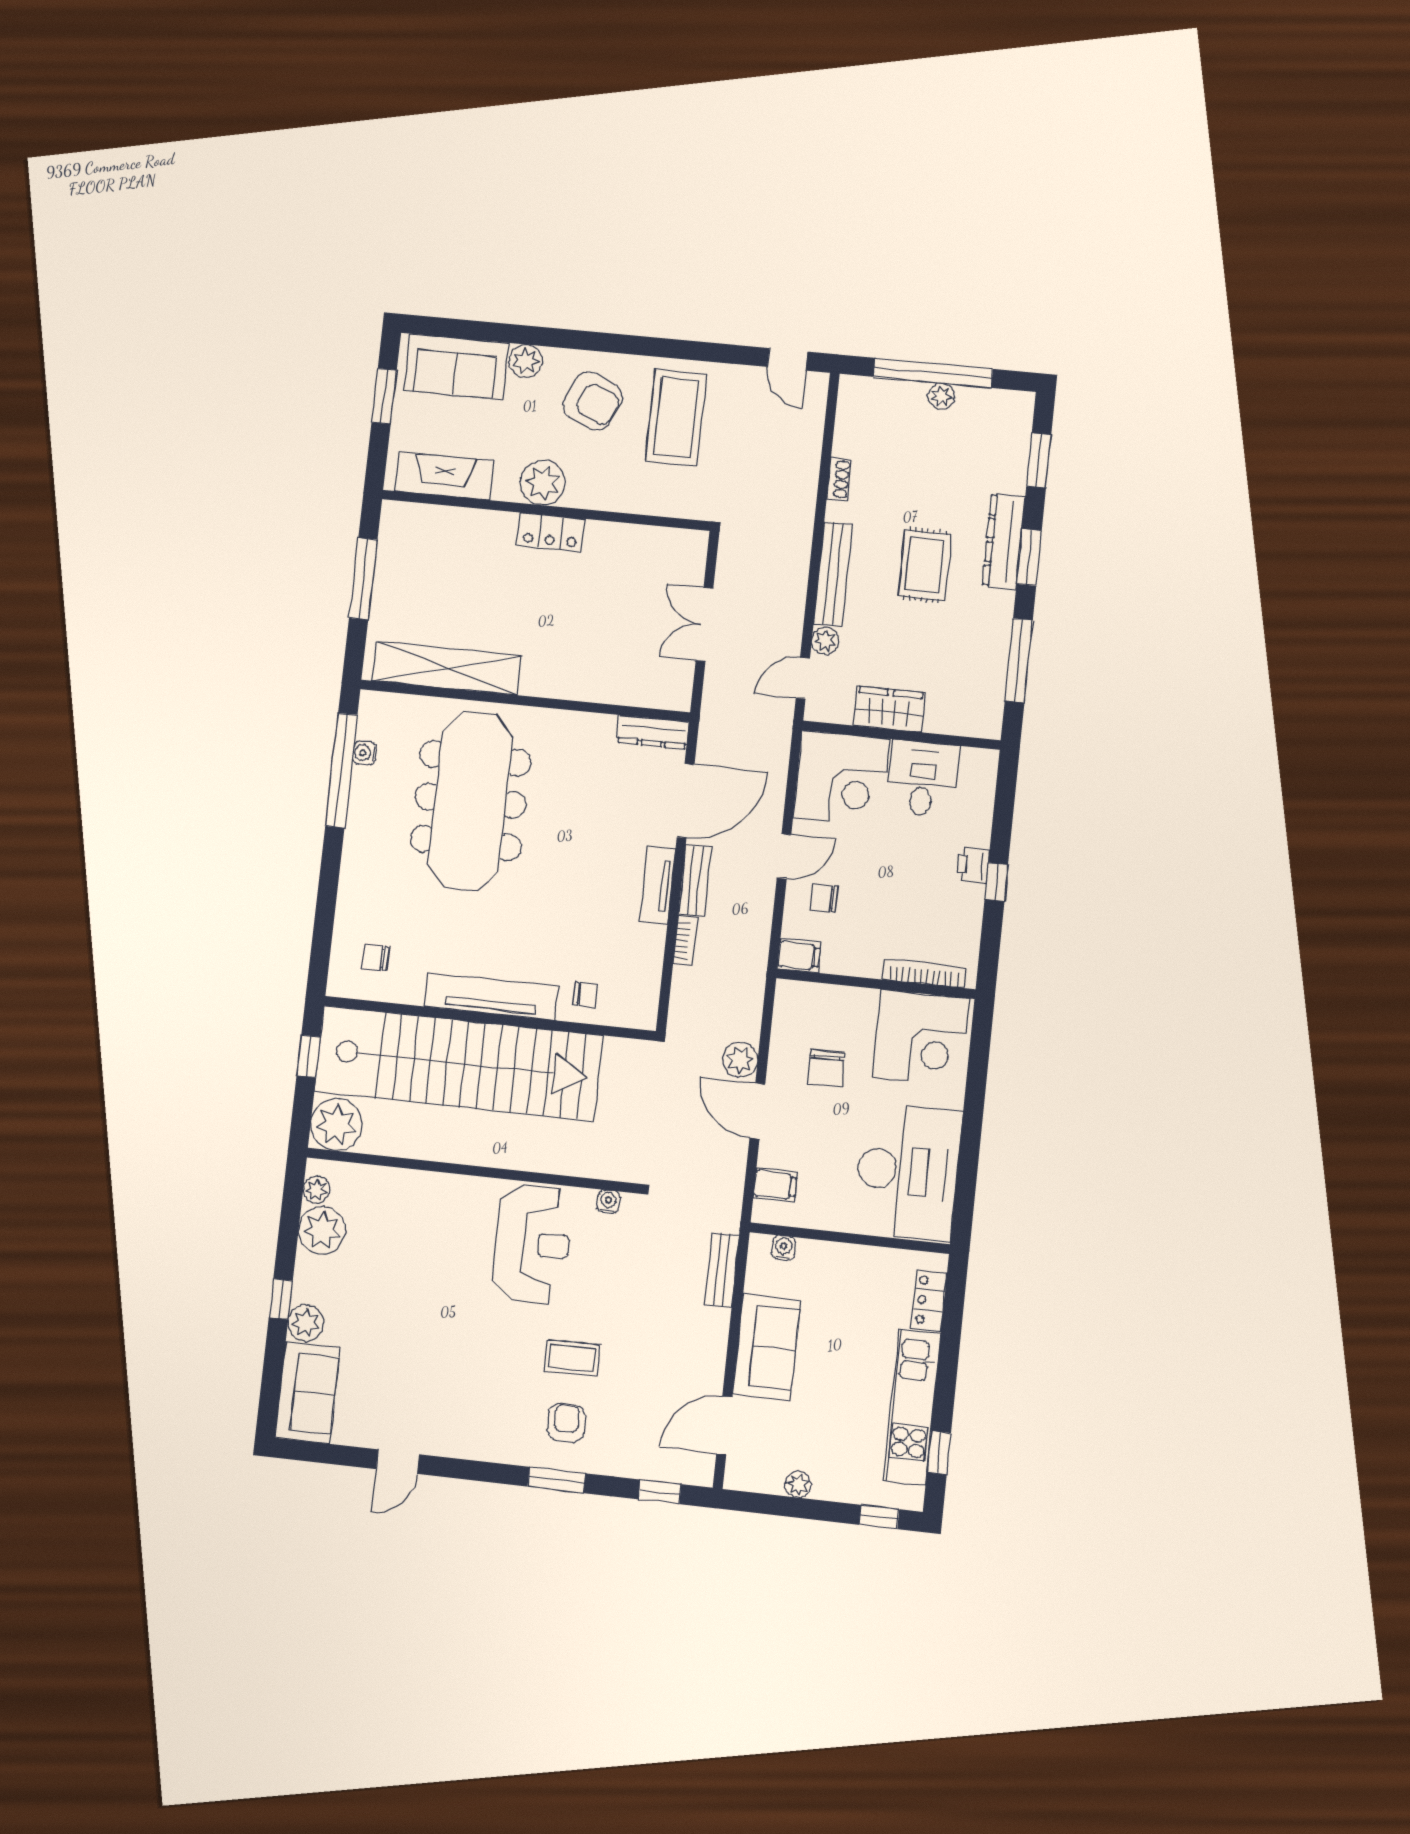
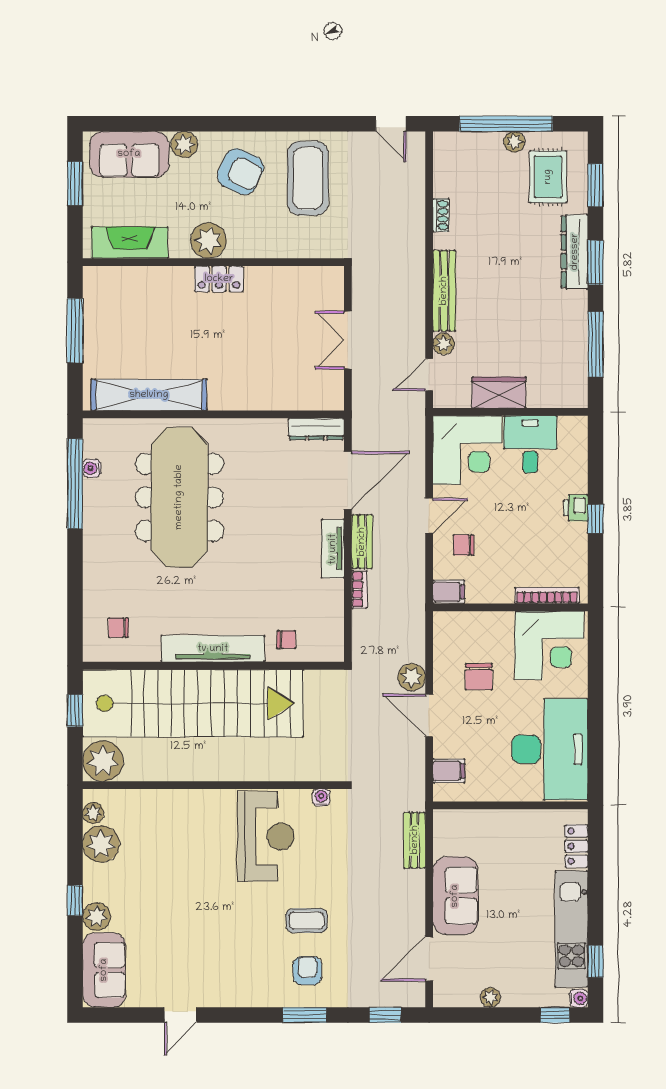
rug: (925, 565) -> (548, 177), moved
water cooler: (784, 1248) -> (579, 998), moved, turned 90

